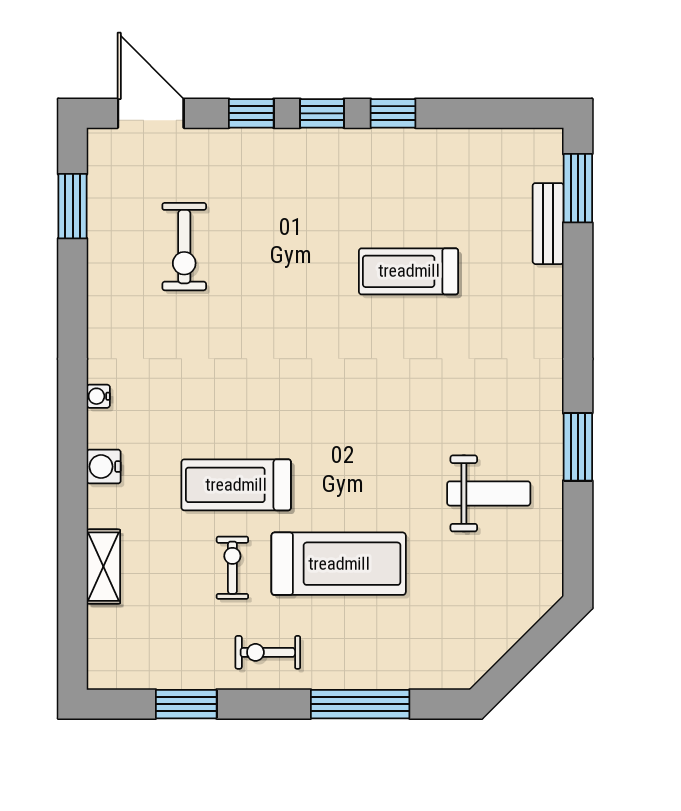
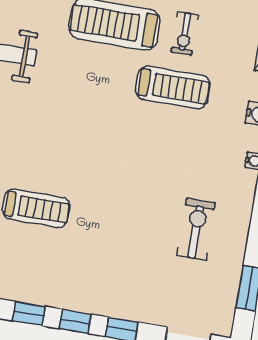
exercise bike: (184, 247) -> (196, 229), moved

